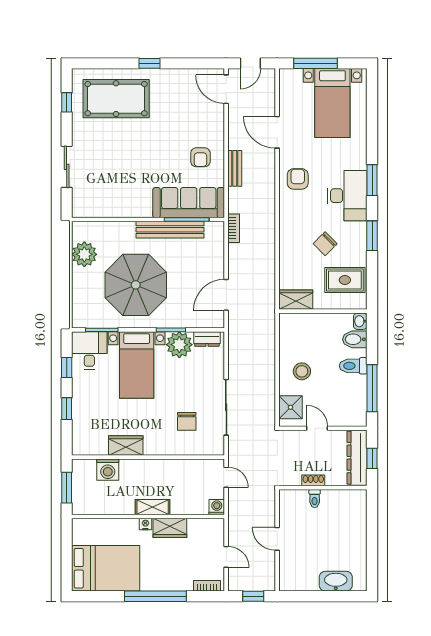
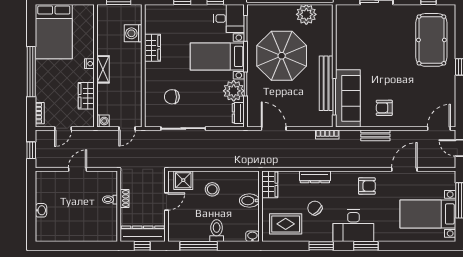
dresser: (286, 244) -> (315, 177), added
rug: (345, 280) -> (286, 224), turned 90
bidet: (355, 339) -> (249, 201), moved, turned -90
wardrobe: (170, 528) -> (86, 96), moved
washbasin: (336, 581) -> (41, 210), width x0.52, depth x0.69

